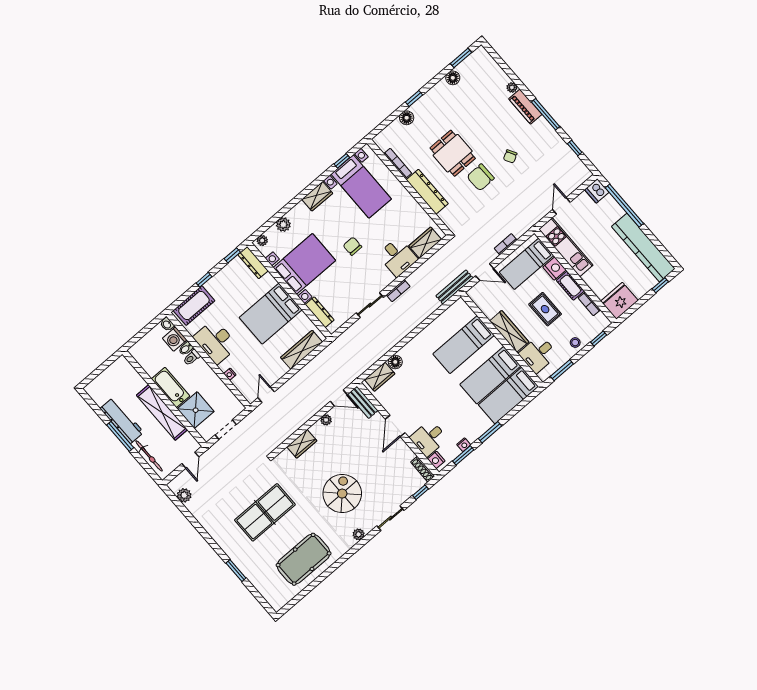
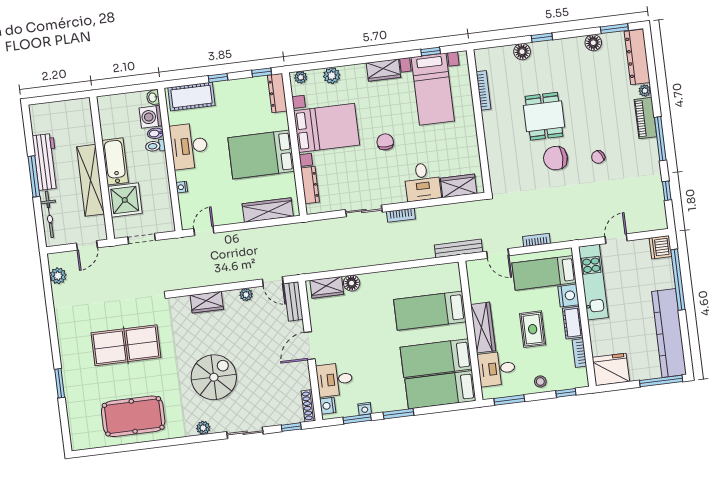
dresser: (427, 192) -> (637, 57), moved, turned 180
window: (660, 285) -> (661, 381), width x2.17

